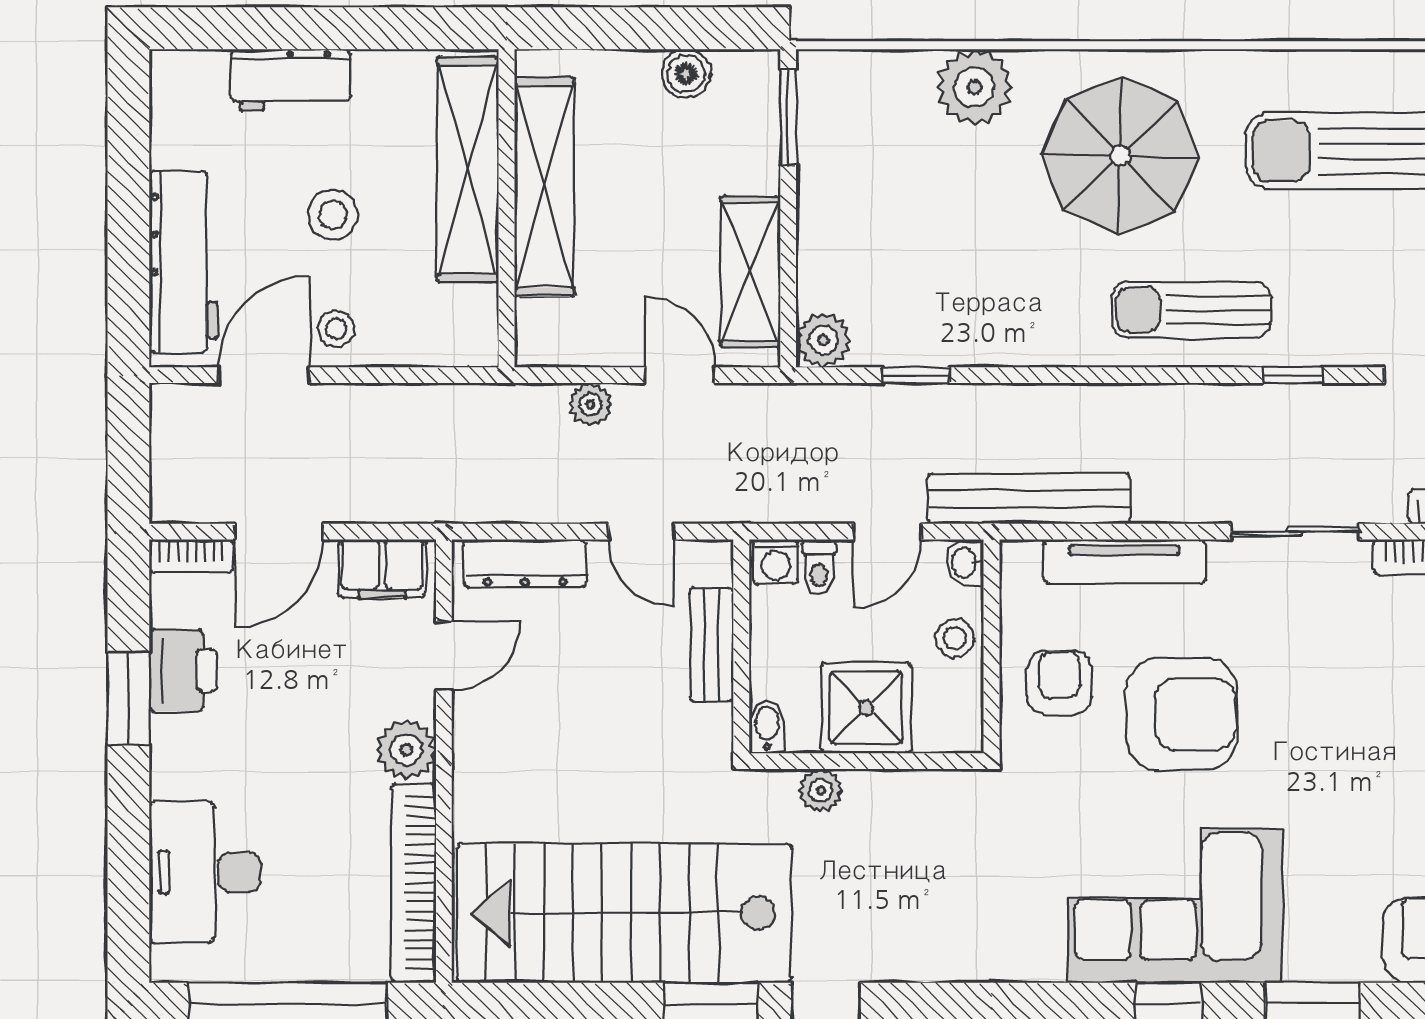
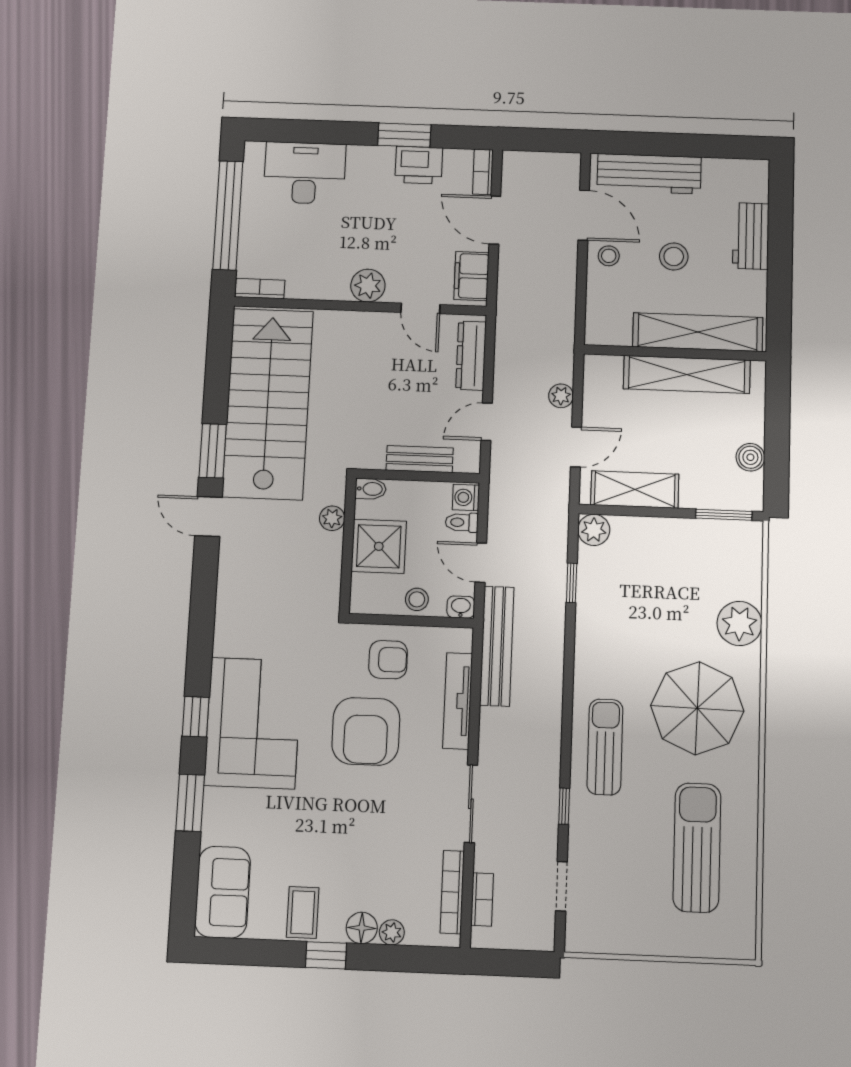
bookcase: (414, 883) -> (260, 289), width x0.43, depth x0.76

